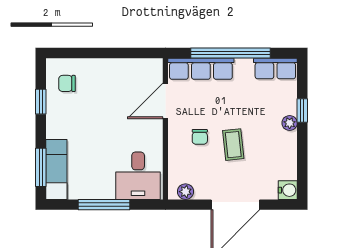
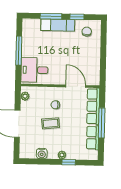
window: (230, 53) -> (102, 123), width x0.68
row of seats: (275, 68) -> (93, 138), moved
window: (41, 167) -> (51, 16), moved
exam couch: (56, 169) -> (58, 25), moved
water cooler: (288, 190) -> (42, 154), moved

